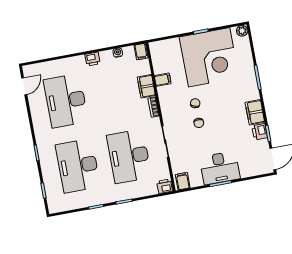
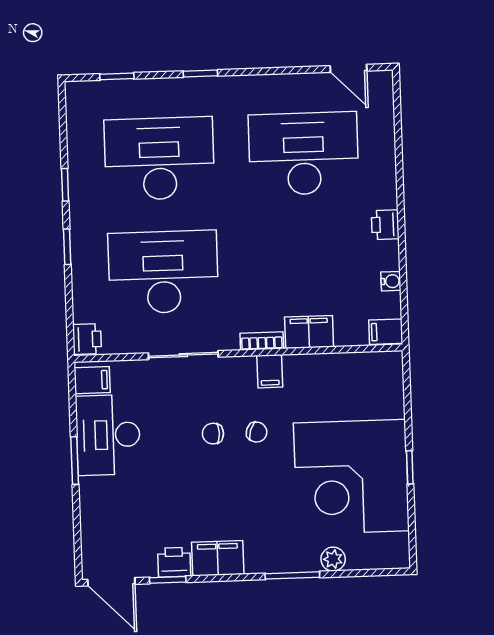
plant: (242, 31) -> (333, 559), moved
filing cabinet: (163, 80) -> (270, 371), moved
desk: (220, 168) -> (108, 435), moved

